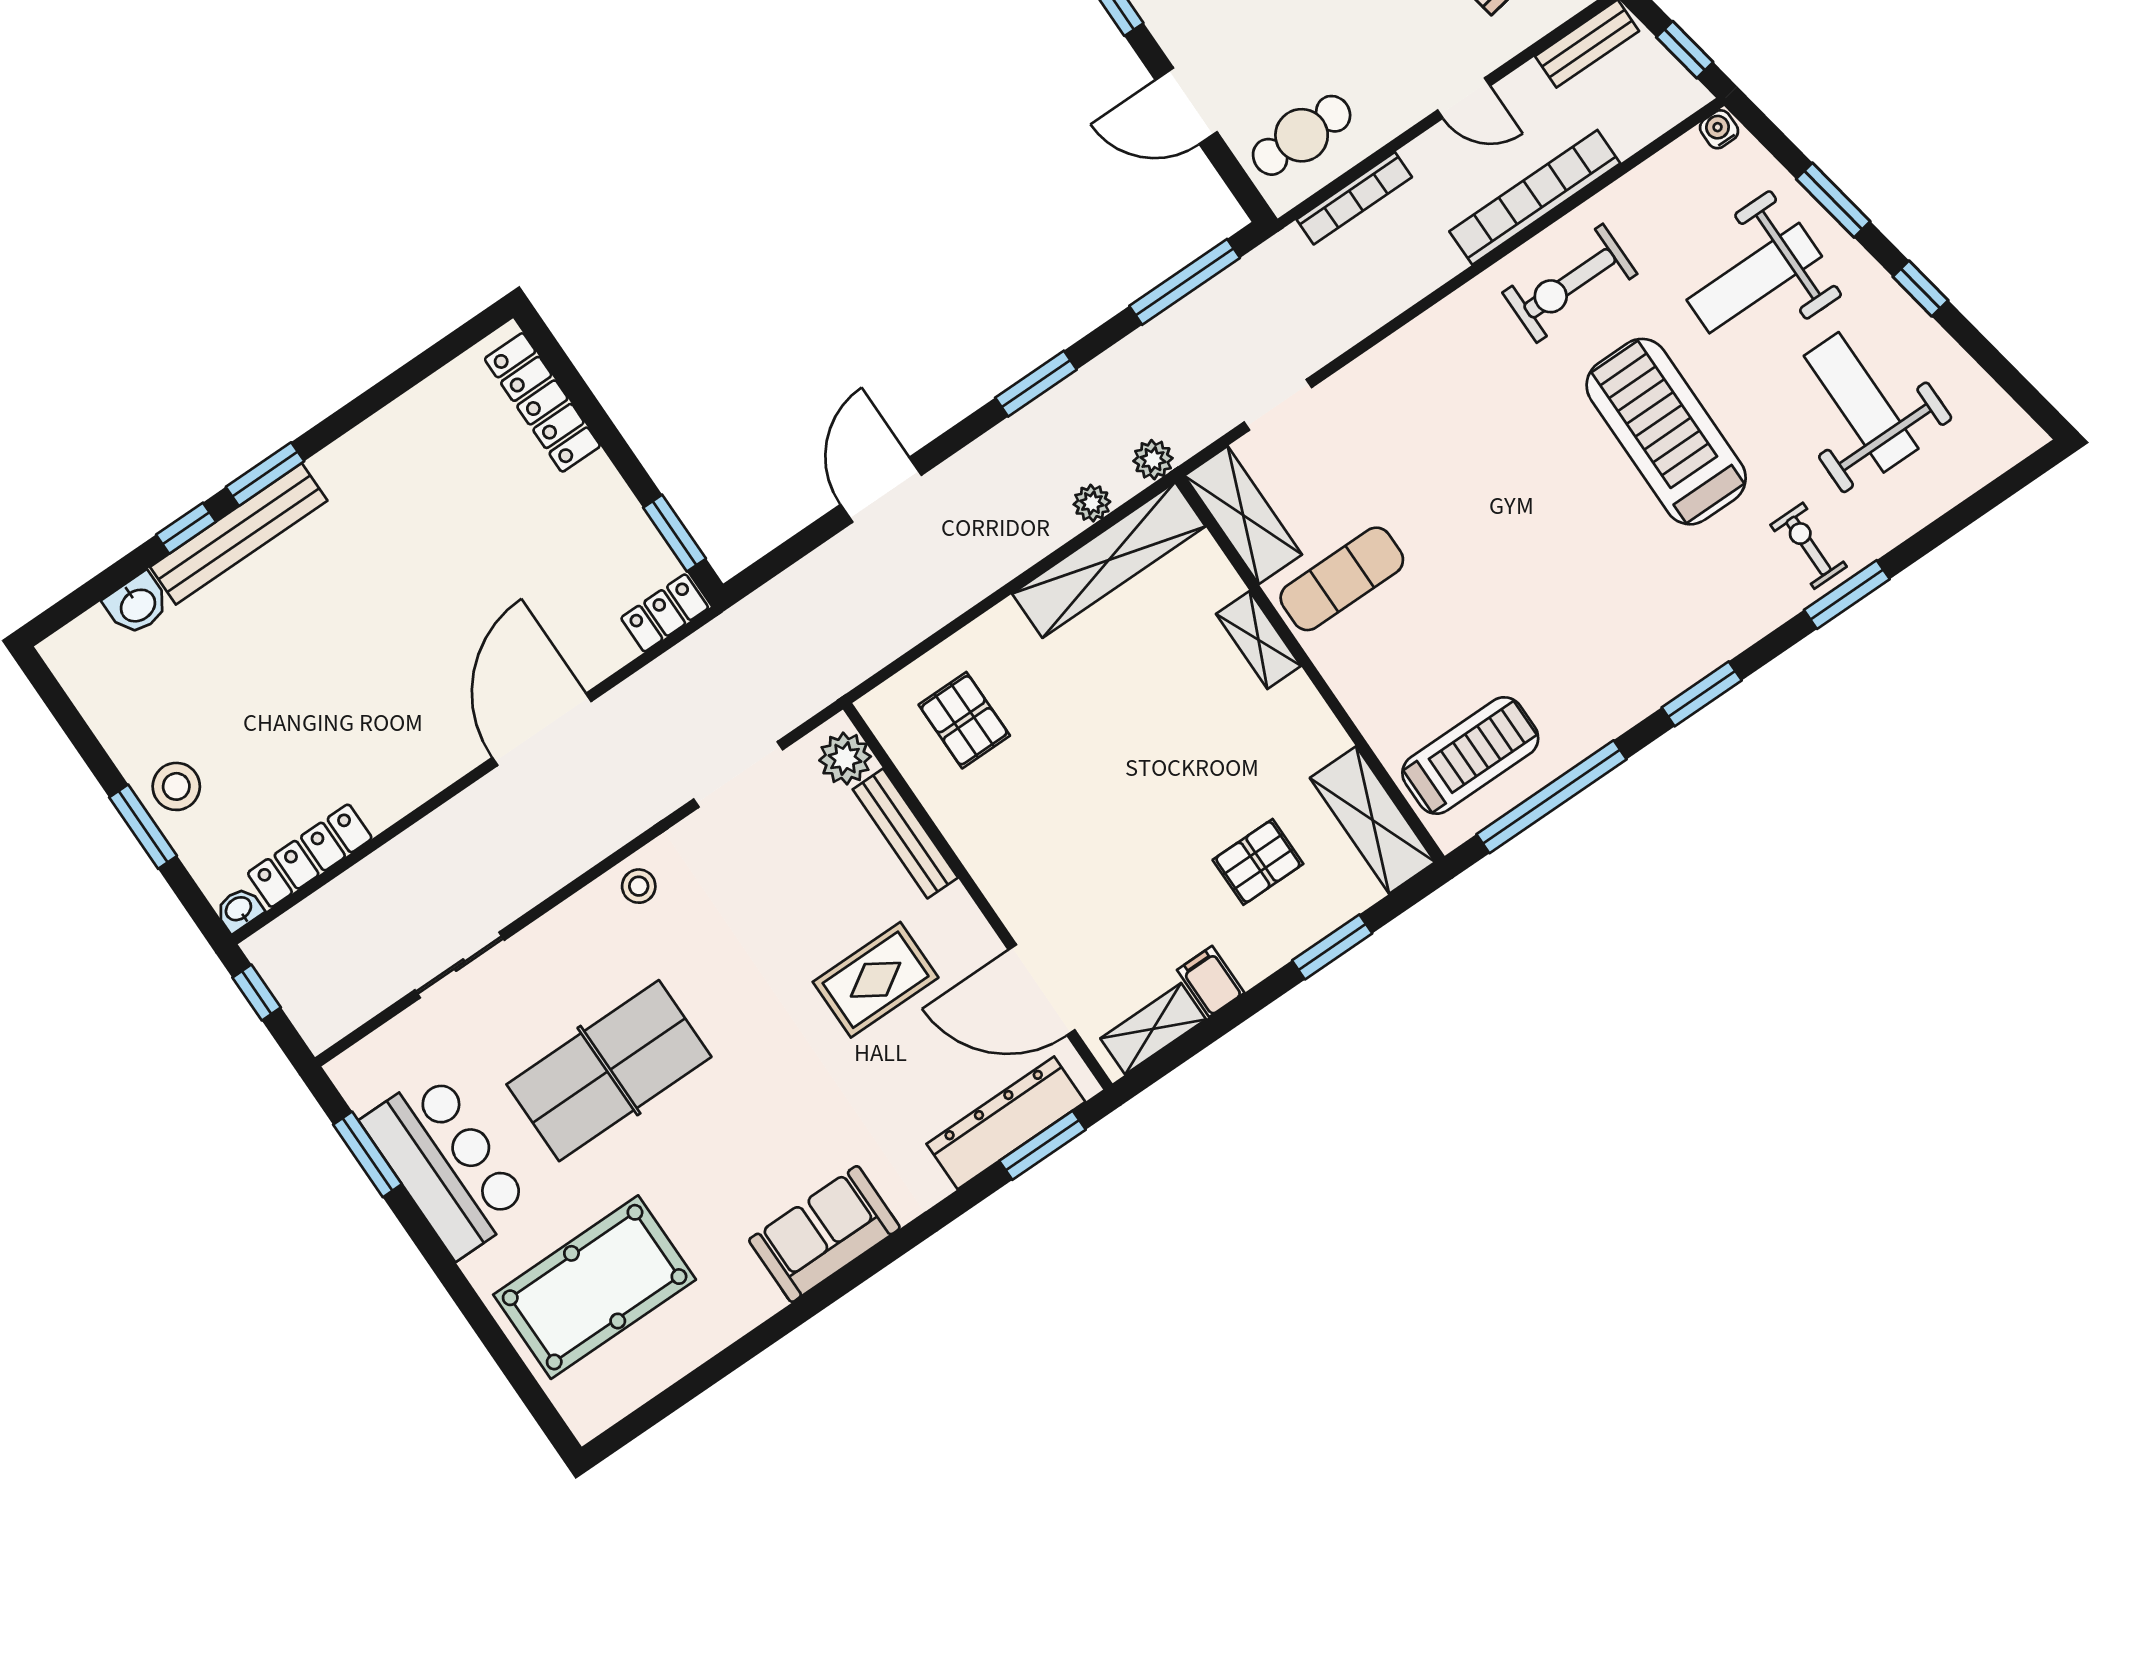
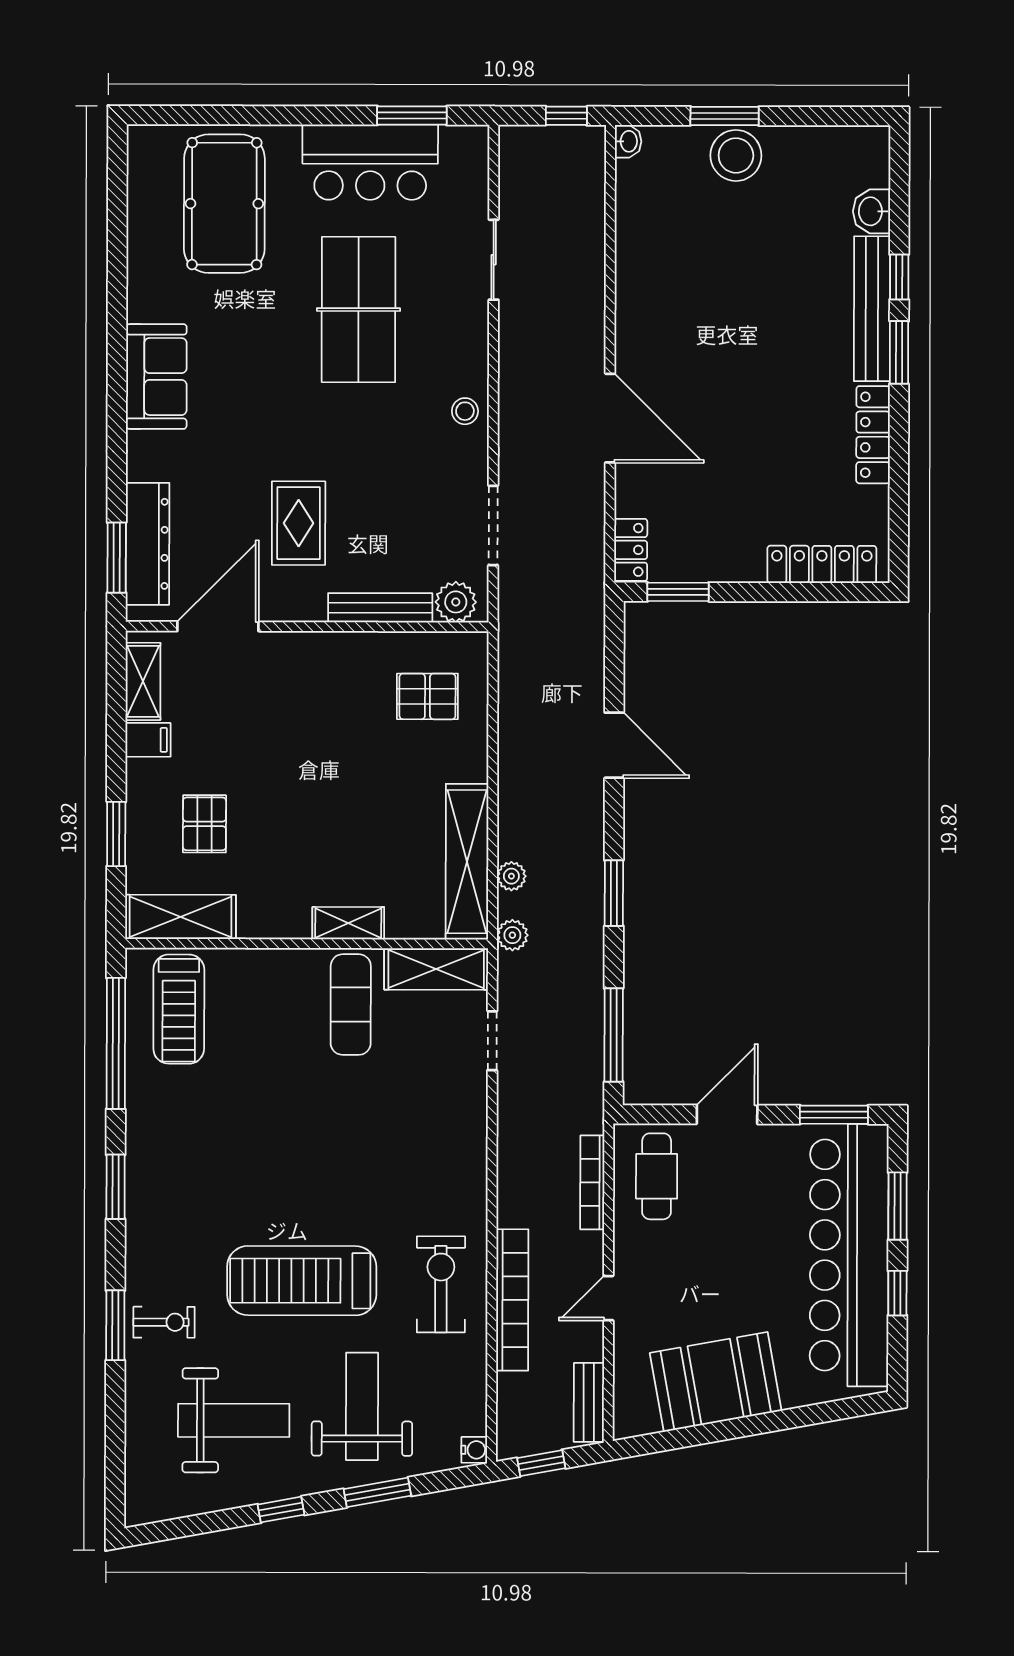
treadmill: (1666, 432) -> (302, 1281), turned 180
stool: (176, 786) -> (736, 155), width x1.38, depth x1.38
locker: (310, 856) -> (873, 435), moved, turned 180

